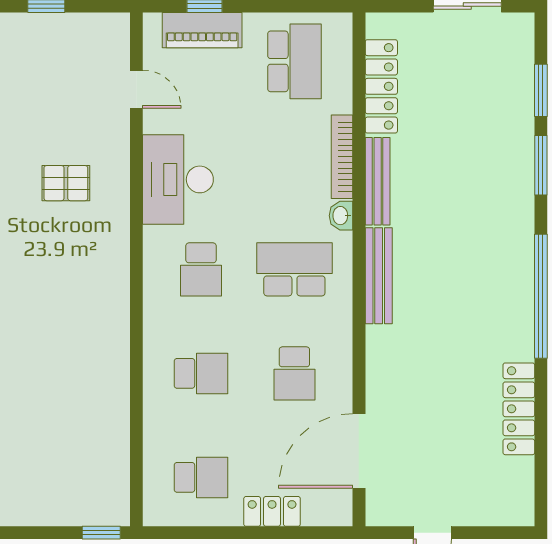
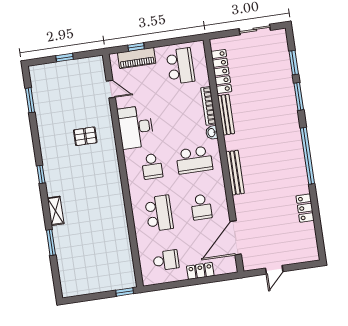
school desk: (294, 269) -> (194, 160), turned 180
bench: (379, 276) -> (235, 173), moved
school desk: (201, 373) -> (159, 213), width x1.85
locker: (519, 409) -> (305, 208), width x0.66

